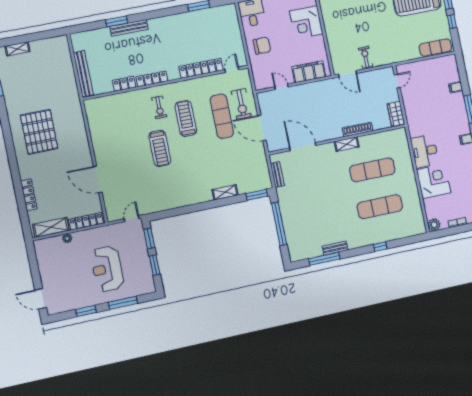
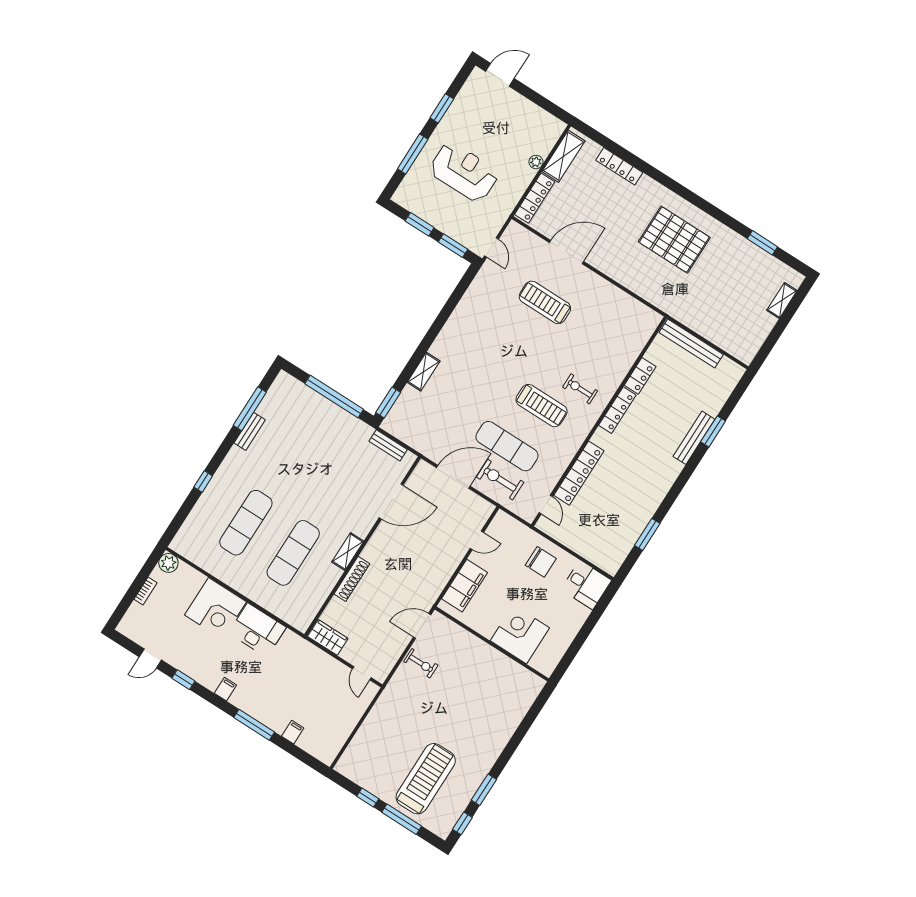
chair: (262, 46) -> (541, 562), turned -90
exercise mat: (435, 47) -> (357, 751), removed
treadmill: (160, 148) -> (545, 302), moved

